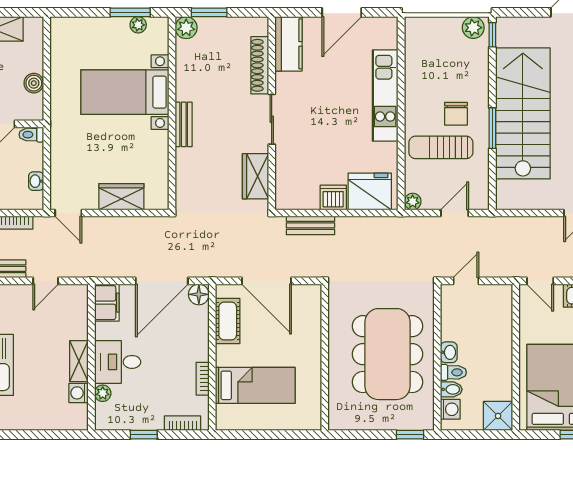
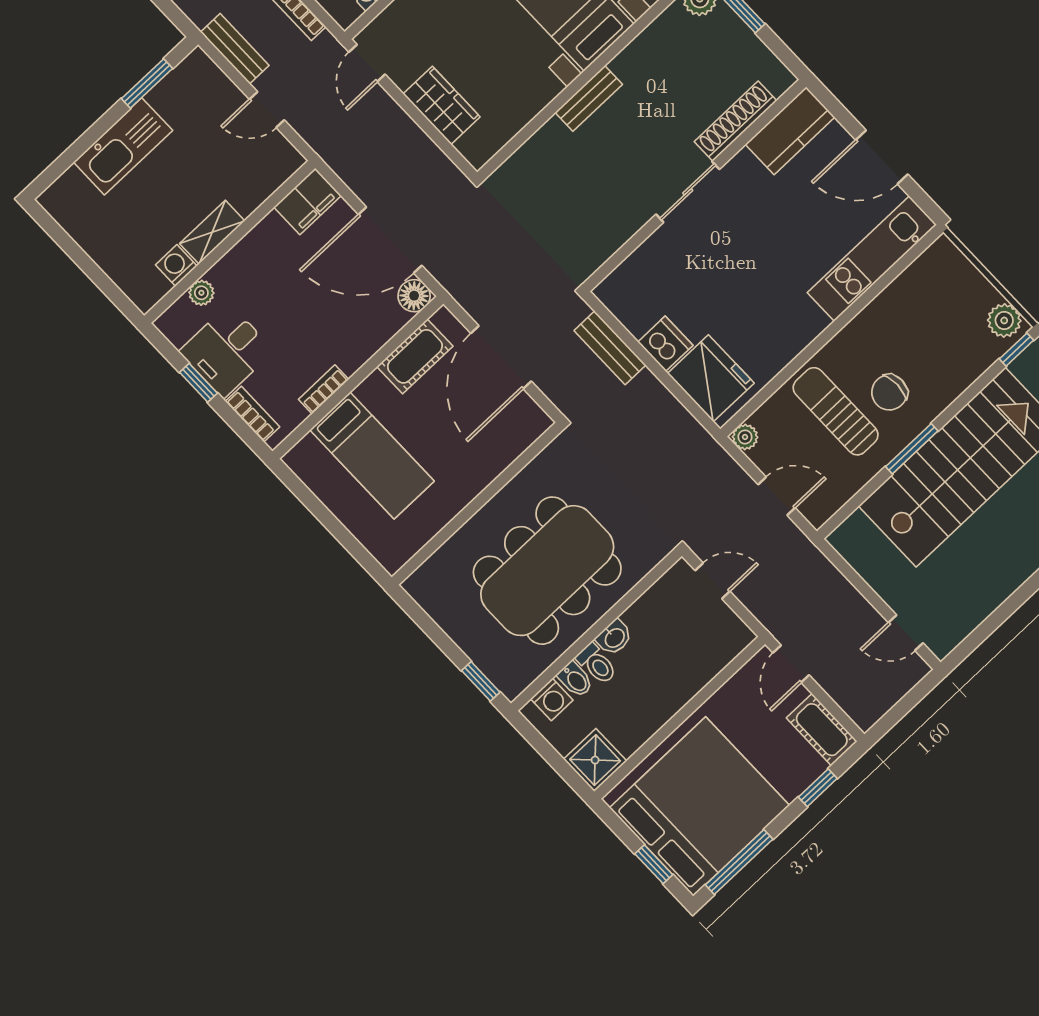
kitchen unit: (385, 96) -> (872, 259), moved
wardrobe: (255, 176) -> (607, 234), removed
desk: (118, 362) -> (227, 351), moved, turned -90

